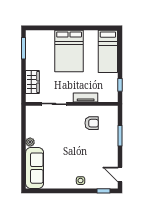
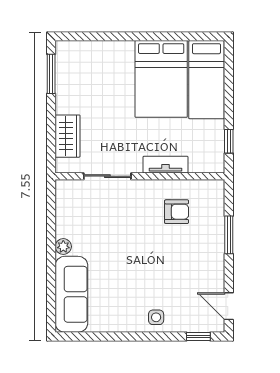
bed: (69, 51) -> (161, 79), moved

